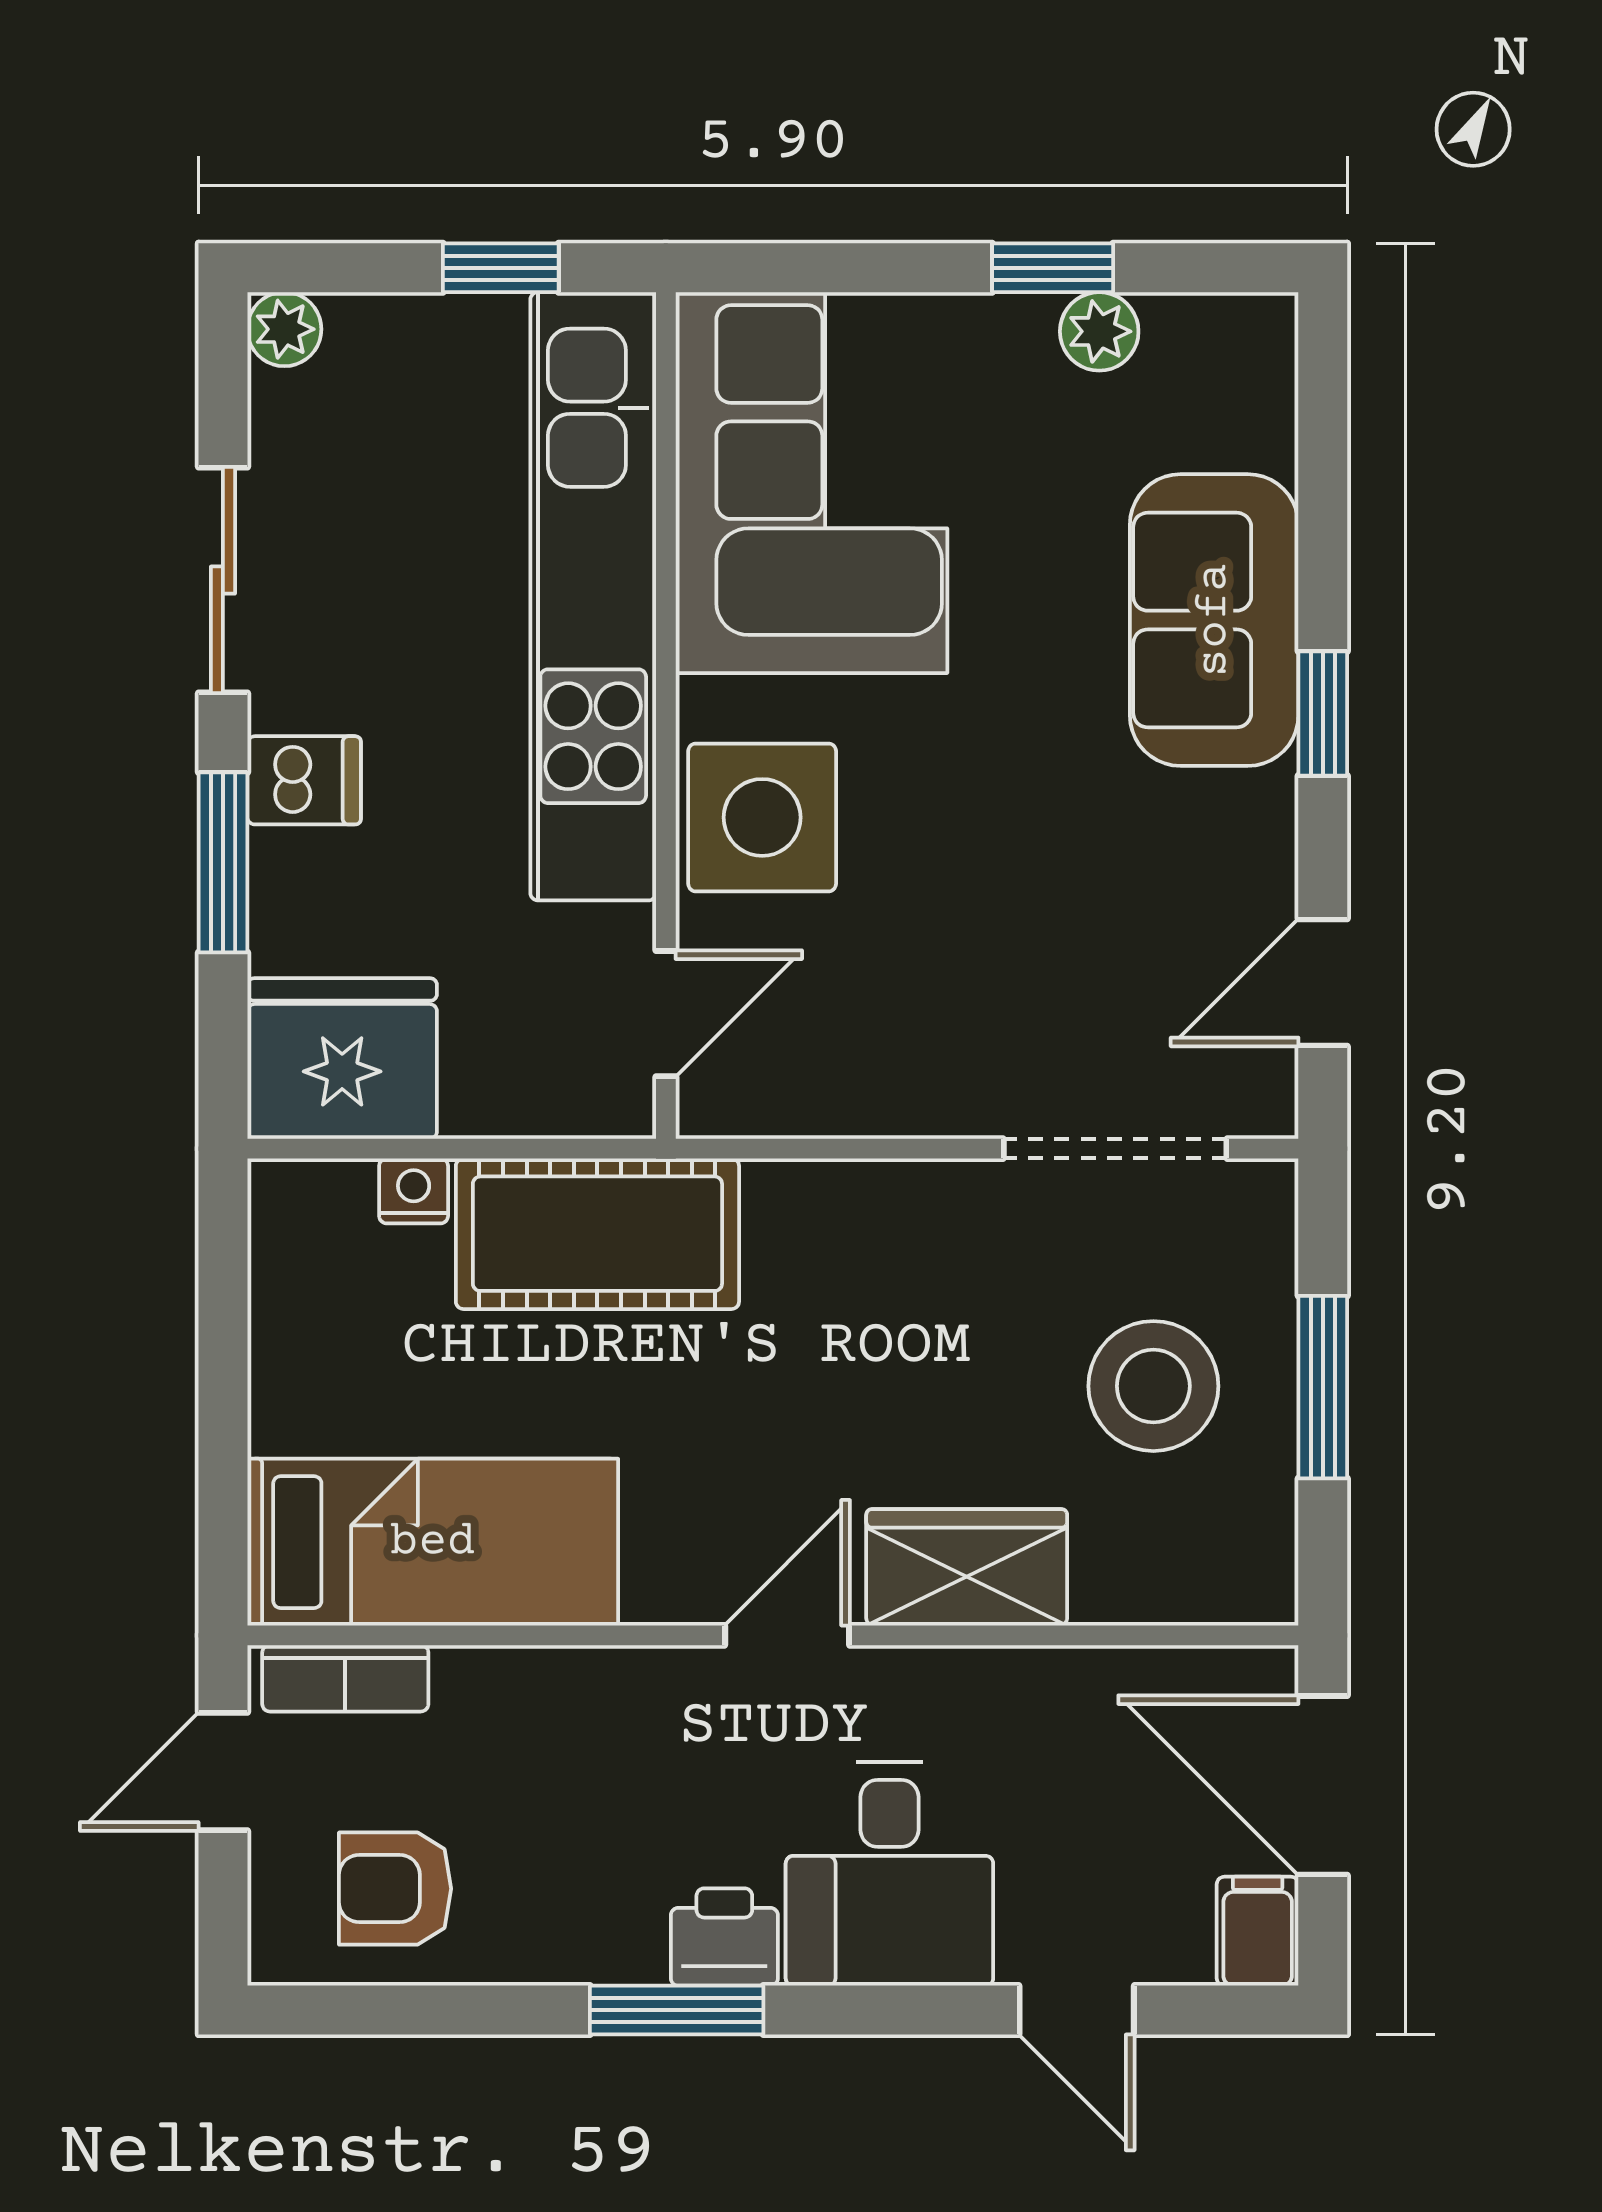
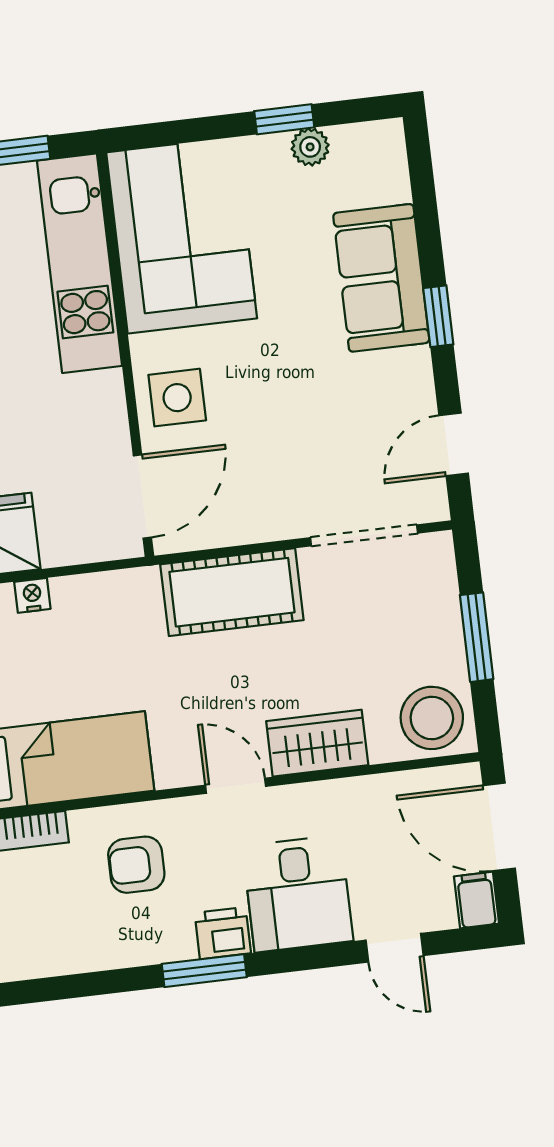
kitchen unit: (593, 596) -> (80, 263), width x0.73
side table: (762, 817) -> (177, 398), width x0.73, depth x0.73
door: (666, 1014) -> (142, 496), width x1.38
cot: (597, 1234) -> (232, 592), moved
stool: (1153, 1386) -> (432, 718), moved
door: (787, 1635) -> (236, 786), hinge flipped
armchair: (395, 1889) -> (136, 865), moved

